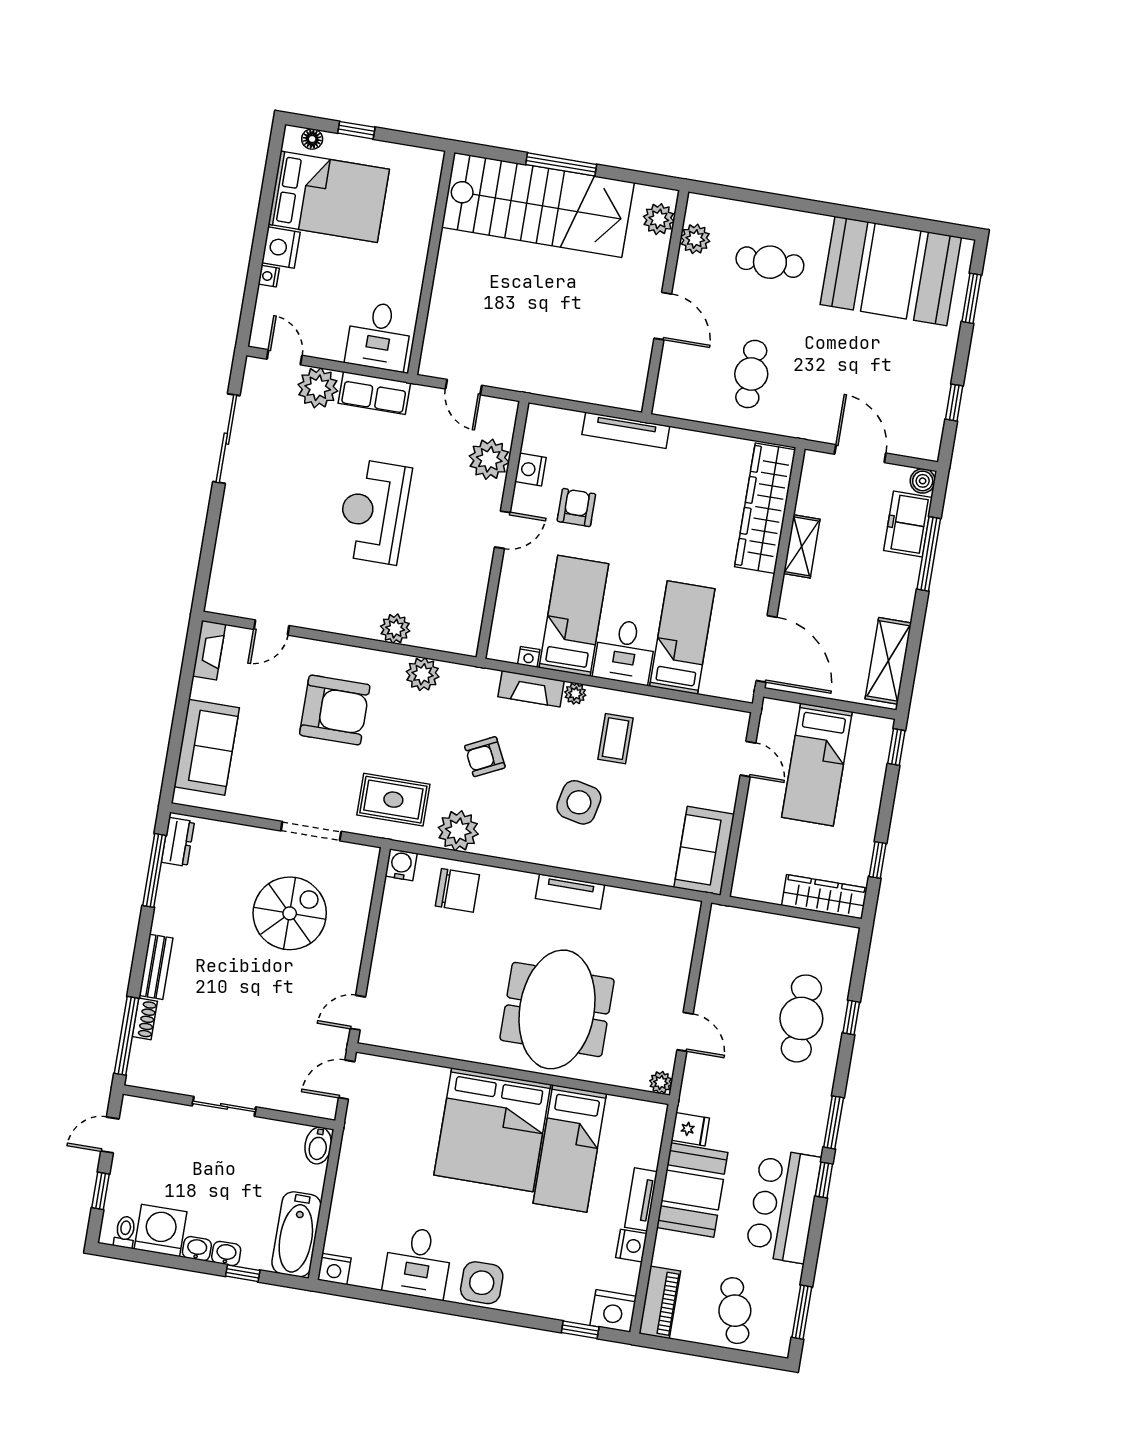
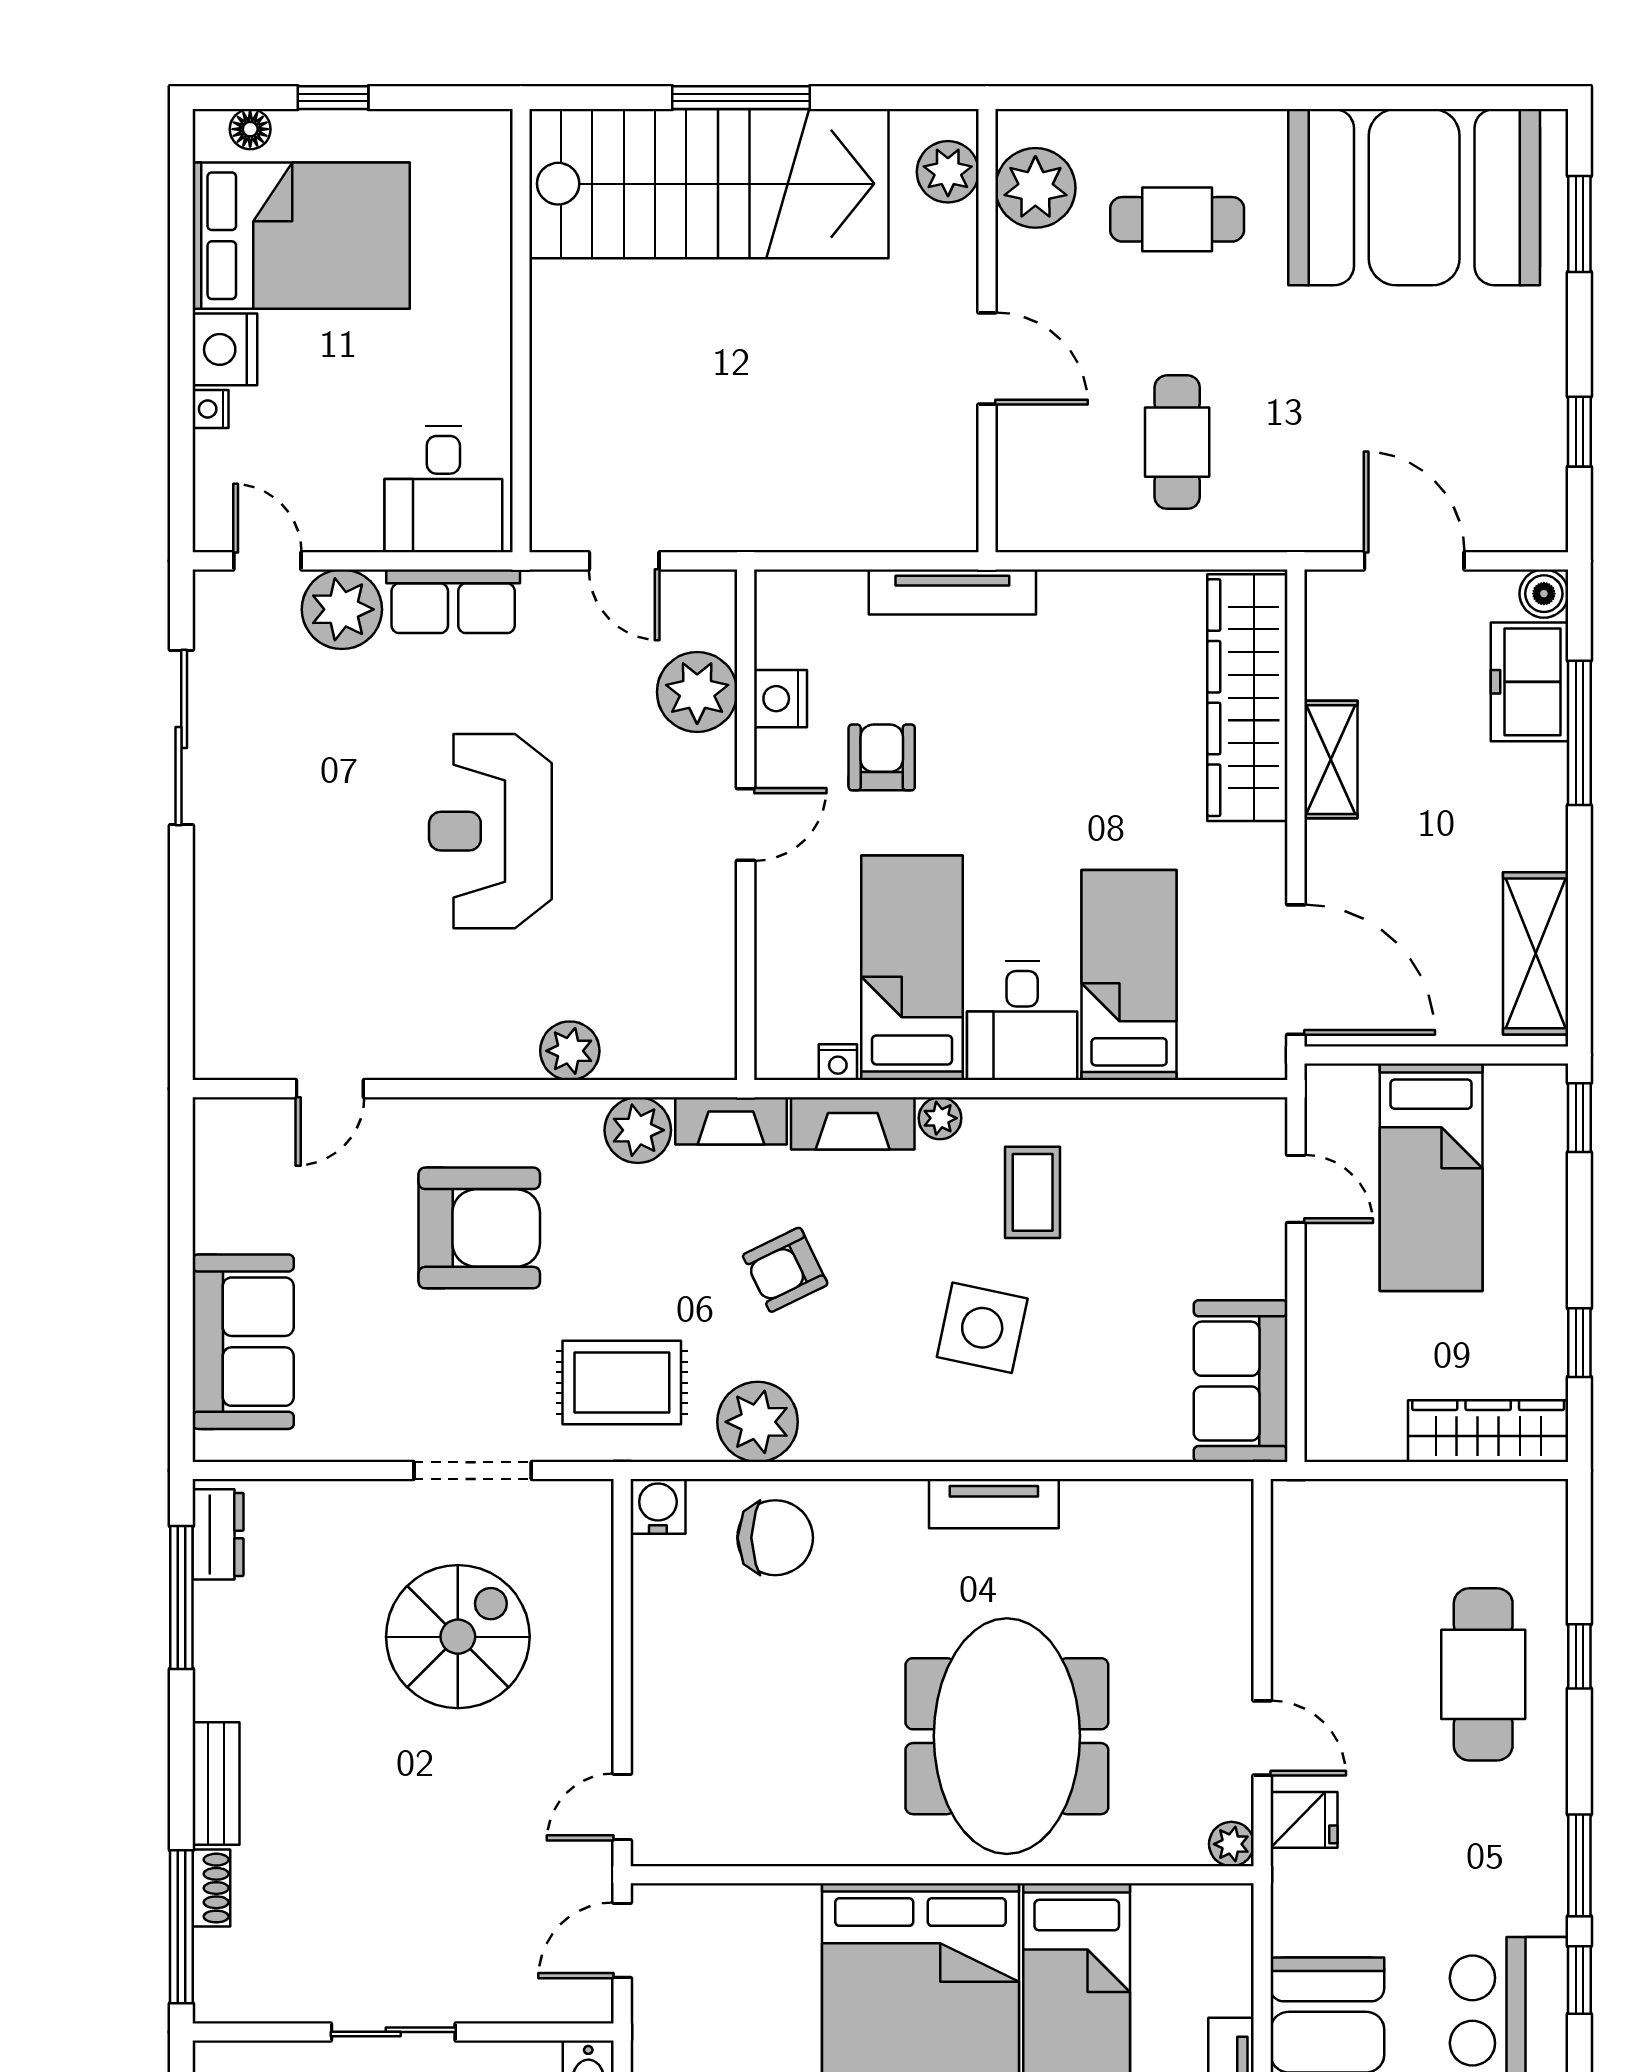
plant: (695, 239) -> (1035, 188), width x1.36, depth x1.36
fireplace: (209, 650) -> (731, 1121), moved, turned 90
fridge: (690, 1129) -> (1304, 1820), moved

